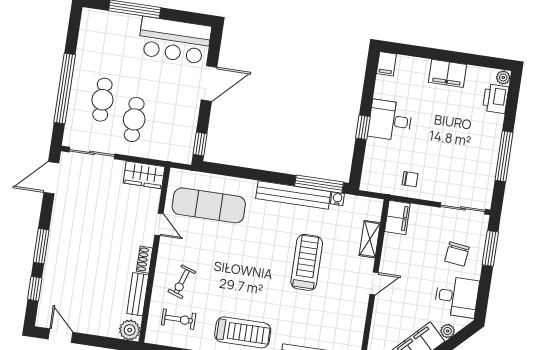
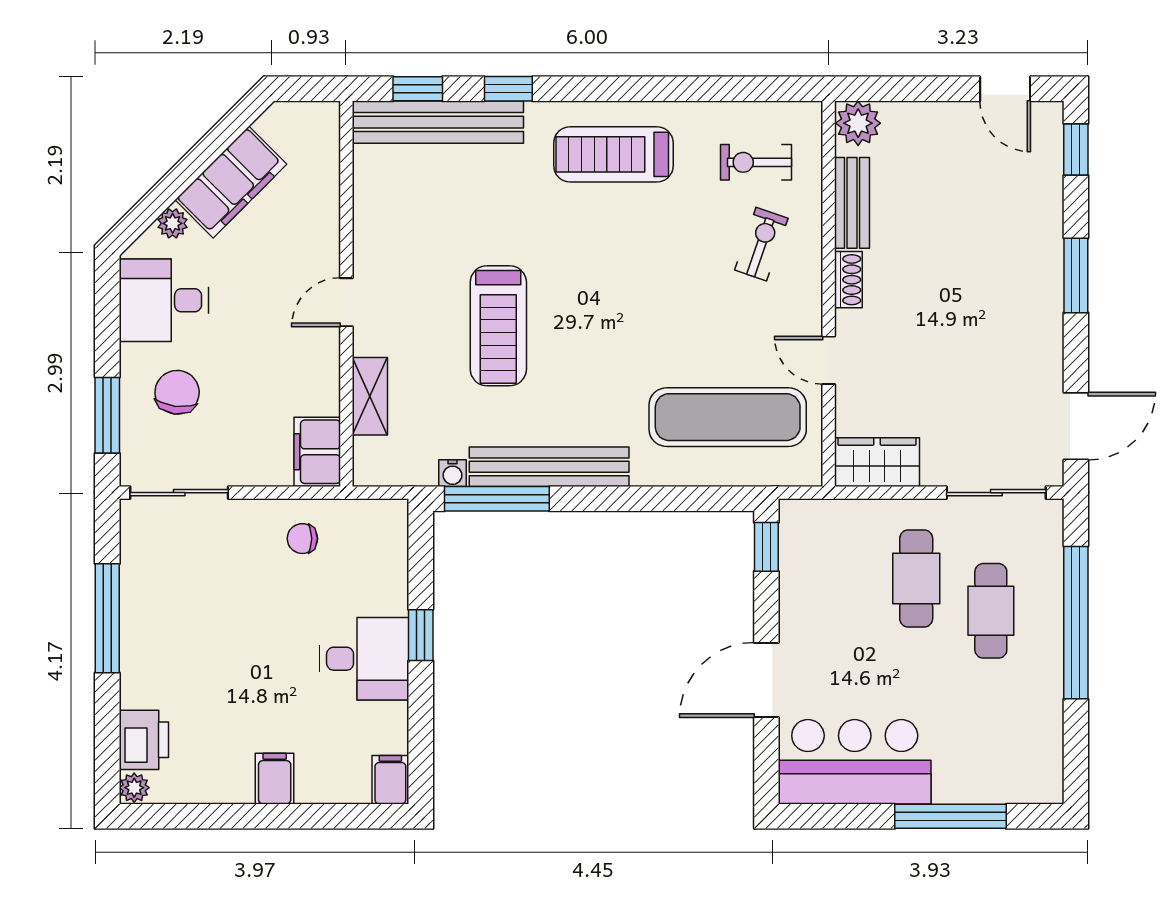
filing cabinet: (448, 73) -> (275, 779), width x0.50
window: (35, 289) -> (1076, 150), moved

